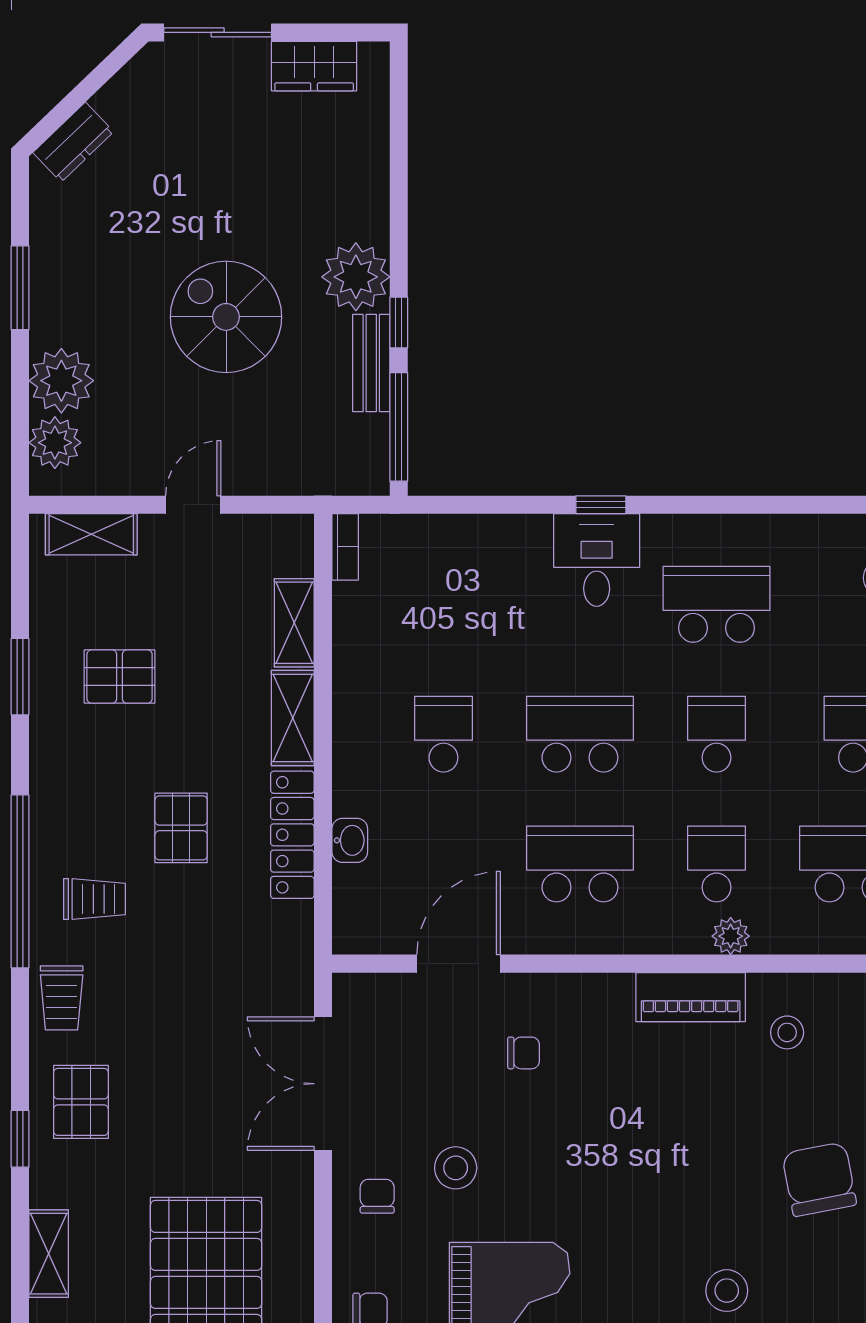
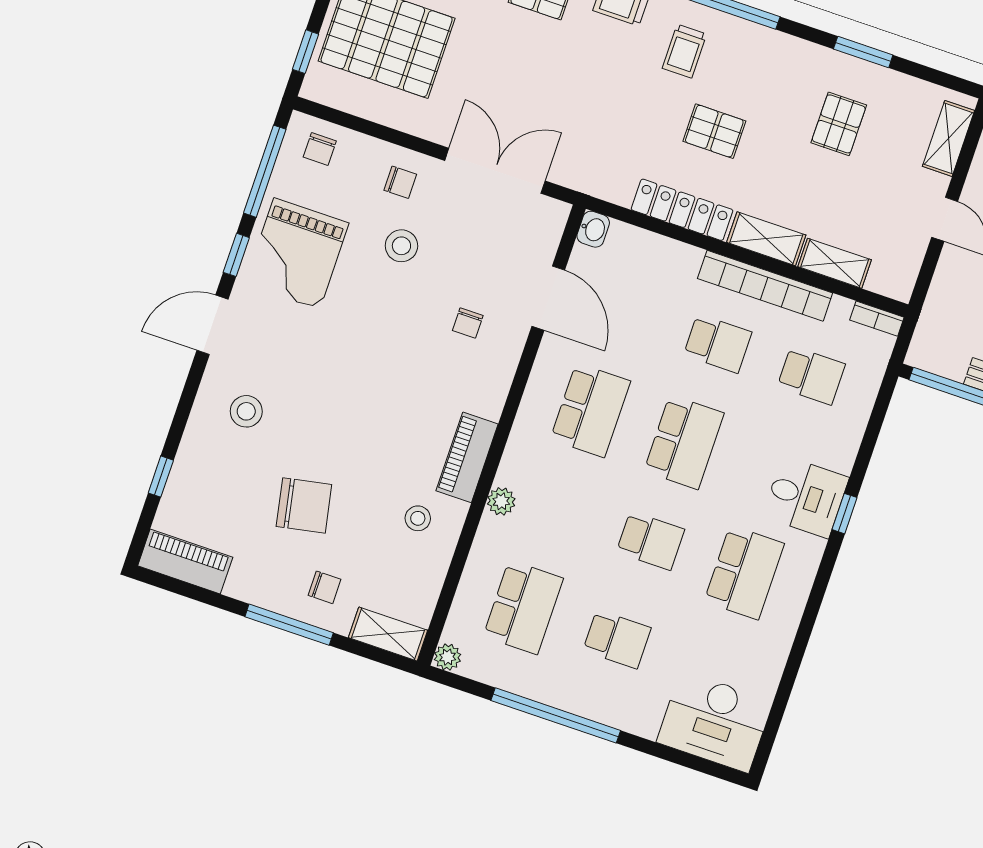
bookcase: (352, 700) -> (765, 286), added
washbasin: (350, 840) -> (593, 229), moved, turned -90
school desk: (716, 864) -> (811, 375), moved

